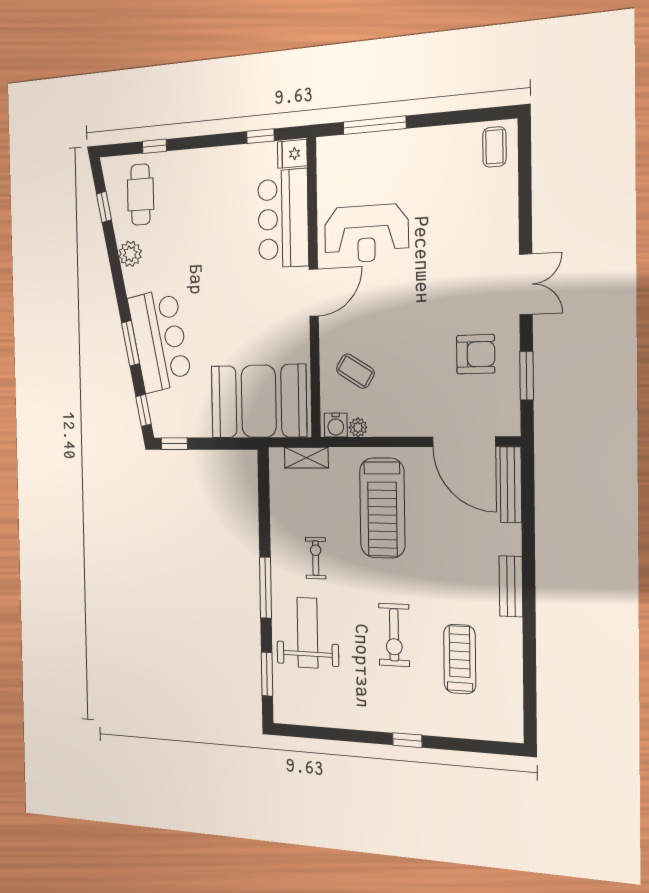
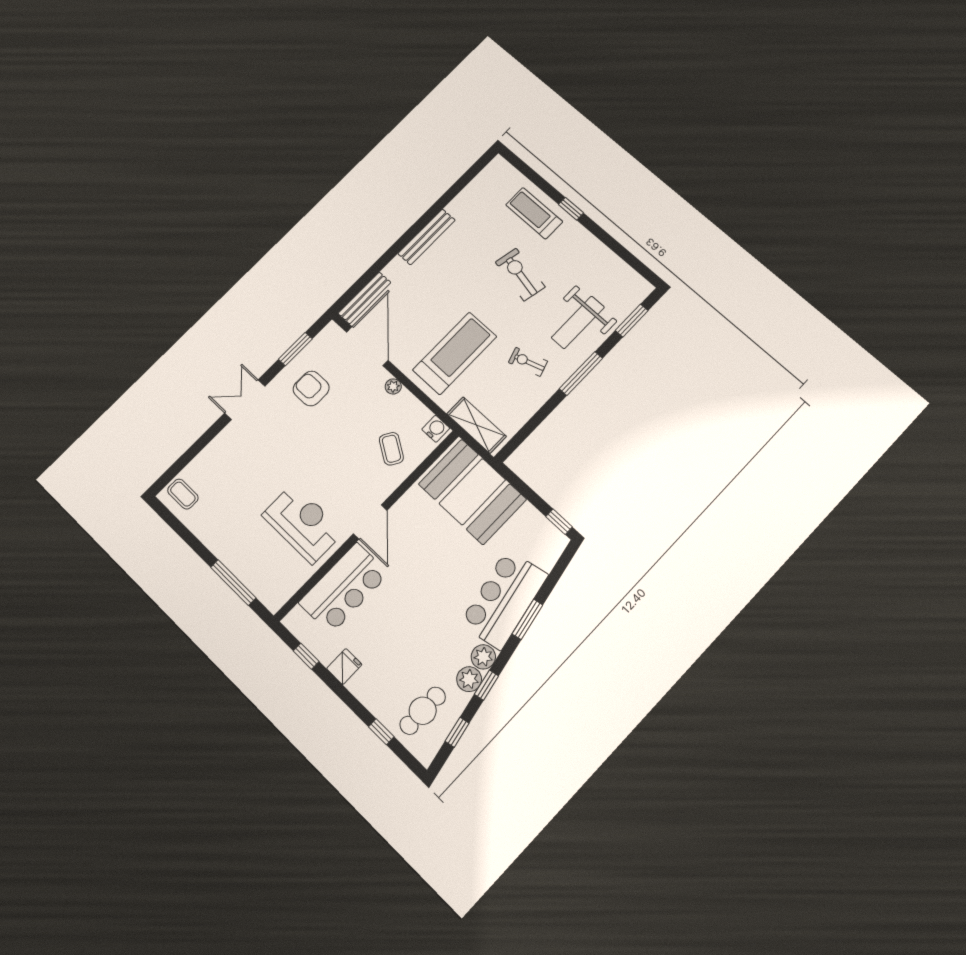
coffee table: (494, 147) -> (183, 494), turned 90
fridge: (292, 154) -> (344, 666), moved, turned -90
plant: (135, 281) -> (483, 657), added
door: (314, 293) -> (370, 522), swing flipped
window: (143, 410) -> (486, 685), moved
plant: (358, 427) -> (393, 386), moved
shelving: (306, 458) -> (476, 425), width x1.50, depth x1.33
exercise bike: (316, 558) -> (528, 362), turned 72
bench: (511, 586) -> (427, 237), width x1.36
exercise bike: (394, 635) -> (520, 274), turned -78
treadmill: (460, 659) -> (534, 213), moved, turned 90

